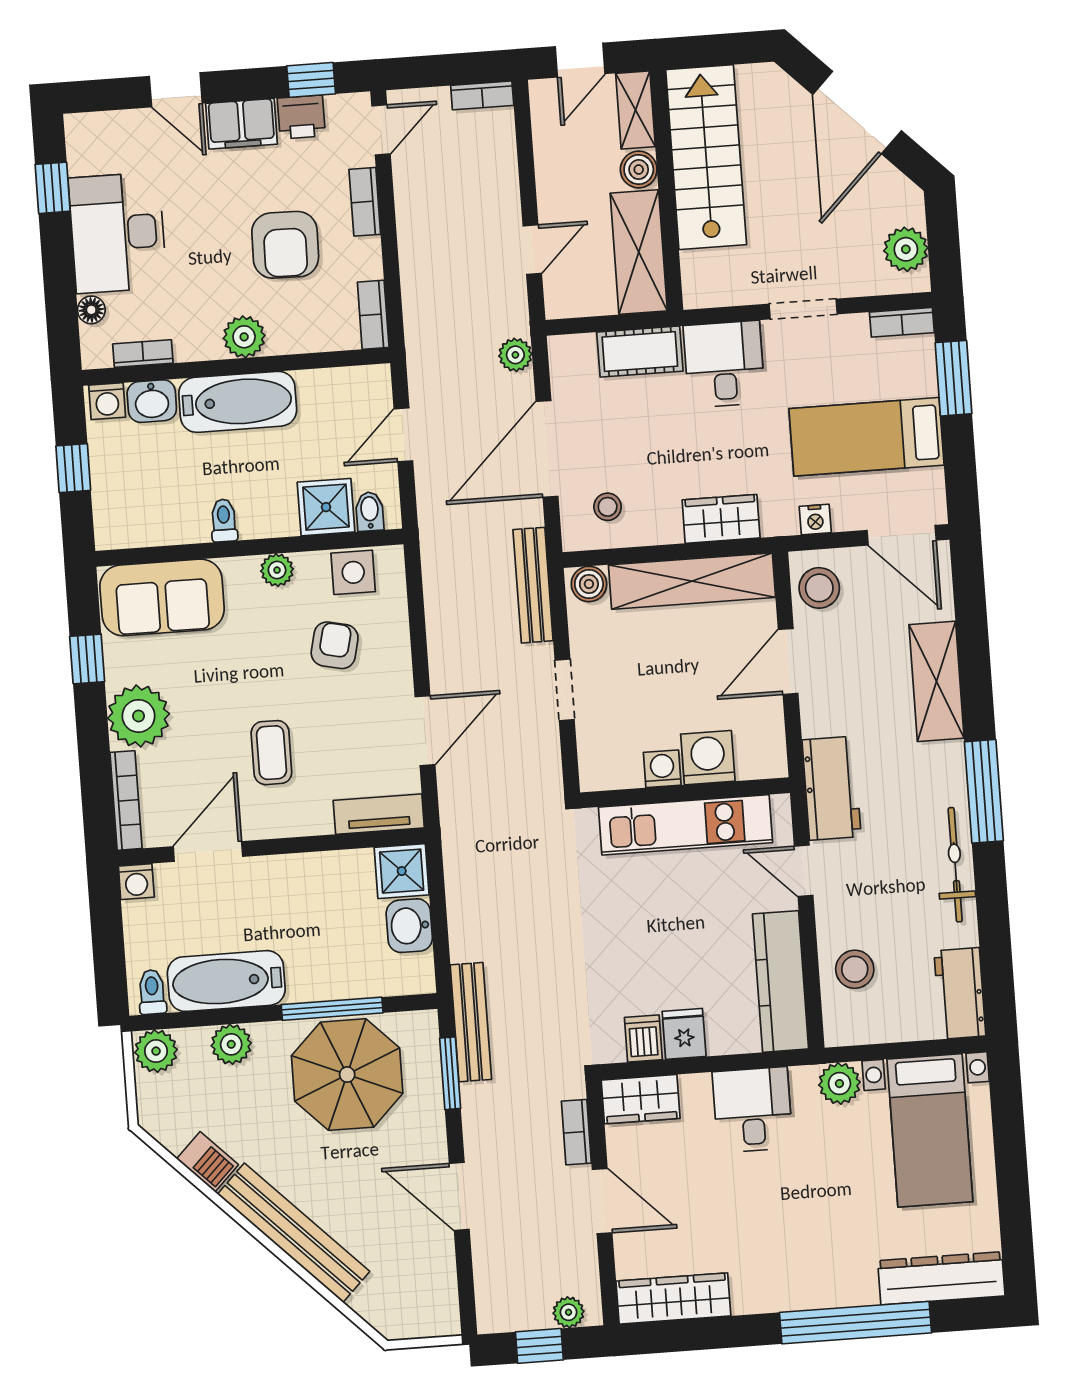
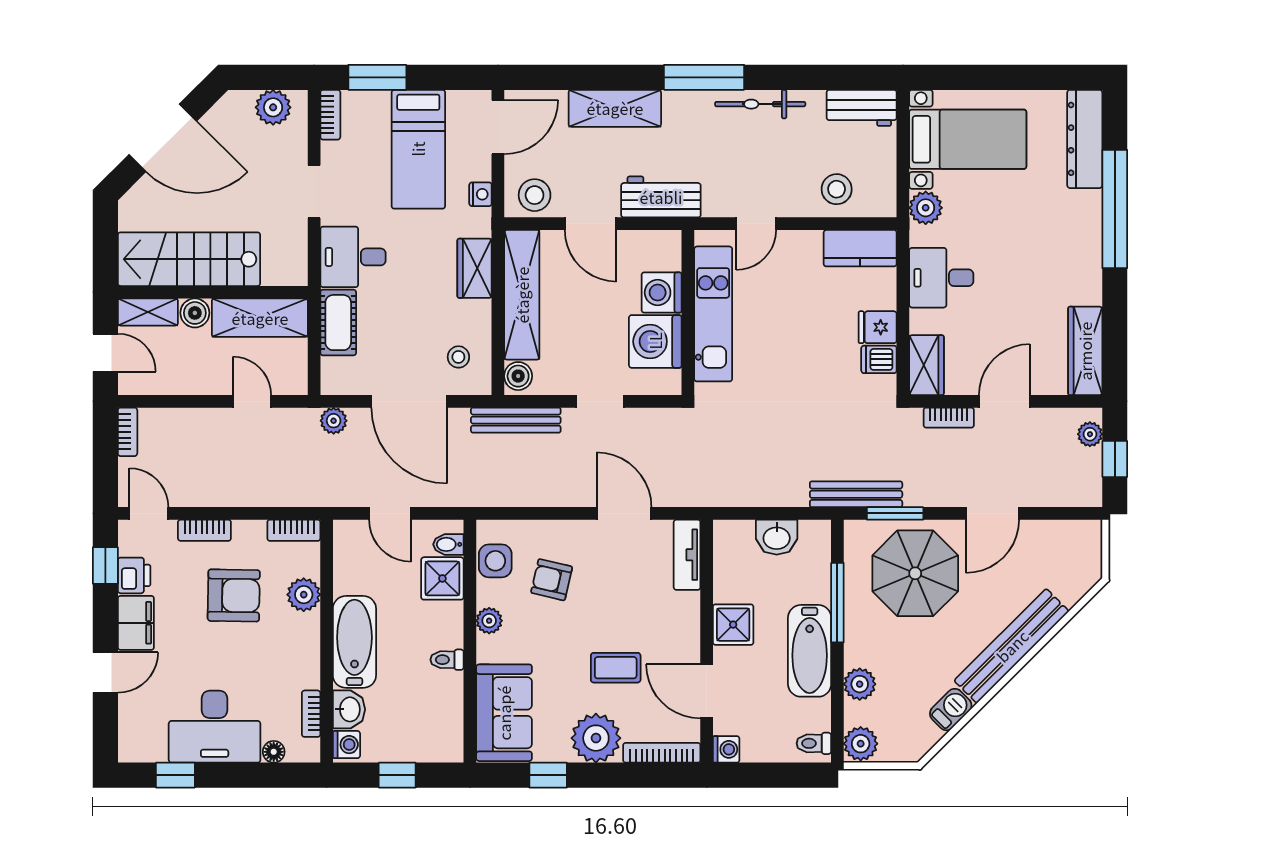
plant: (244, 337) -> (304, 595), moved
coffee table: (271, 753) -> (616, 668), moved
washing machine: (662, 769) -> (655, 341), width x1.89, depth x1.89
workbench: (832, 788) -> (661, 197), moved
shower: (402, 871) -> (733, 625), moved
bathtub: (226, 981) -> (810, 651), moved
kitchen counter: (781, 981) -> (860, 248), width x0.67
parasol: (347, 1075) -> (915, 573), moved

